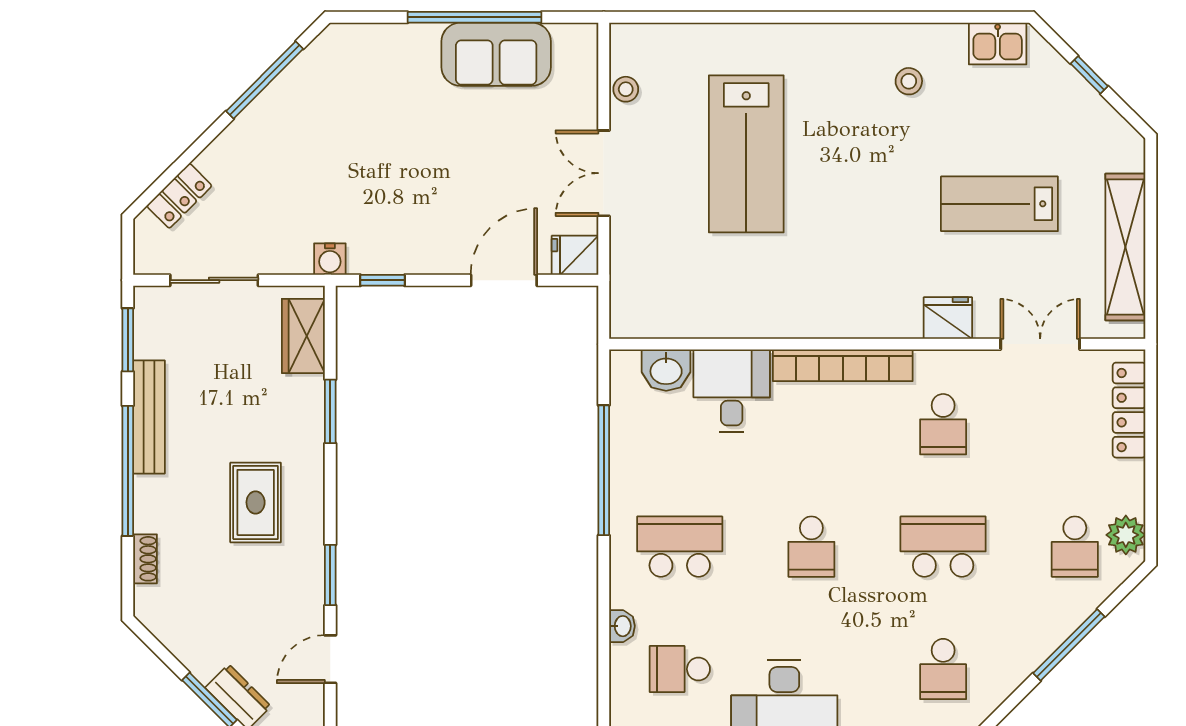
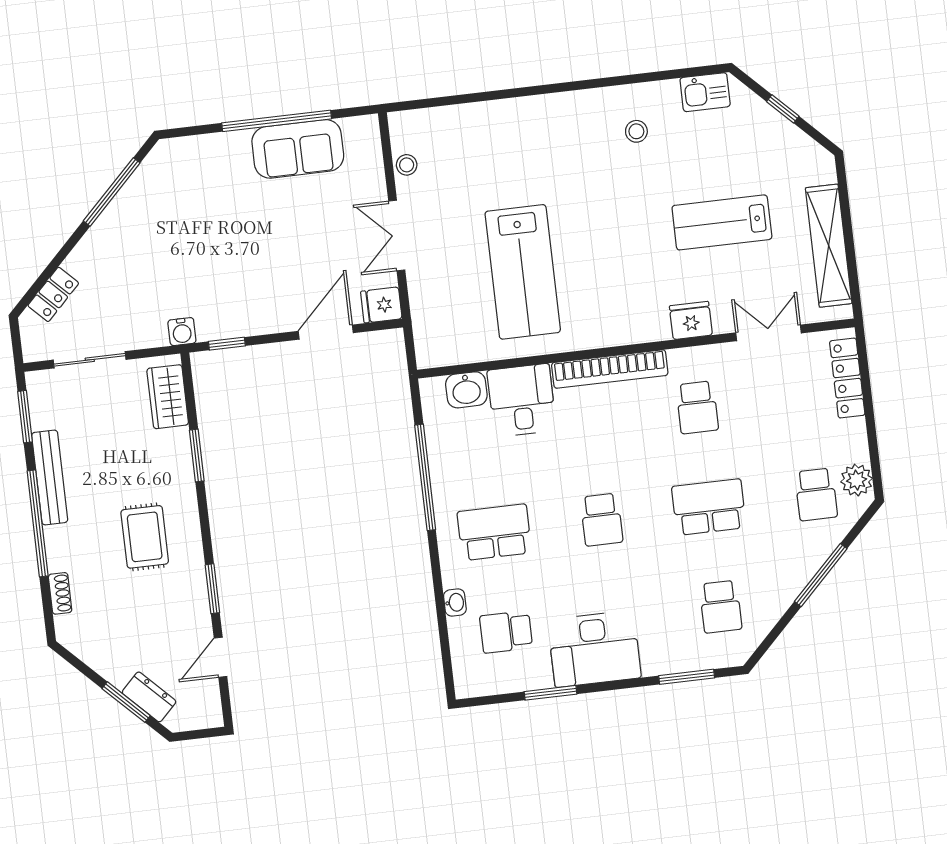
lab bench: (746, 154) -> (523, 272), moved

